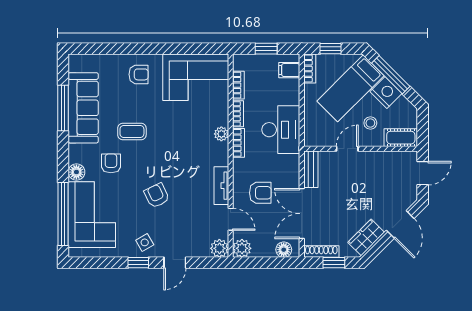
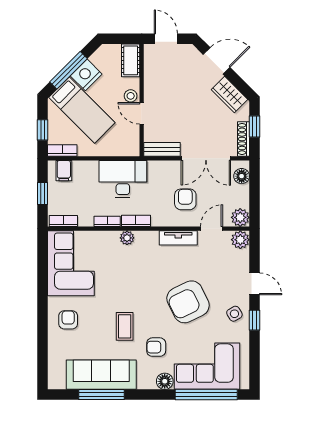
bookcase: (238, 85) -> (63, 221), moved
stool: (370, 123) -> (131, 96), moved
armchair: (157, 196) -> (188, 302), width x1.88, depth x1.88

